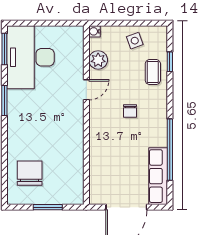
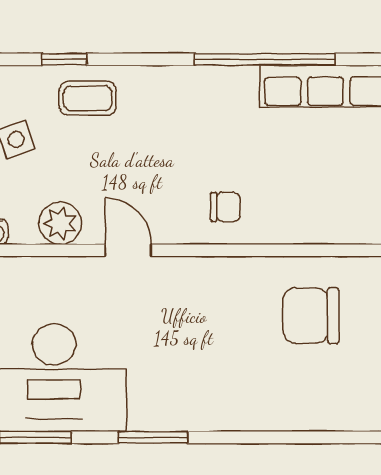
chair: (130, 111) -> (225, 207), moved
chair: (30, 173) -> (311, 315), moved

